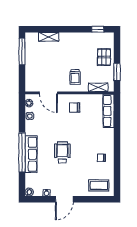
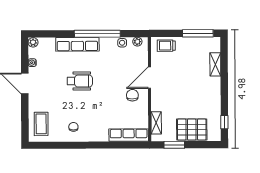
pallet: (104, 57) -> (192, 130), width x1.50, depth x1.42
trolley: (75, 77) -> (166, 46), moved
door: (48, 93) -> (149, 78), moved
window: (22, 152) -> (97, 34), moved

